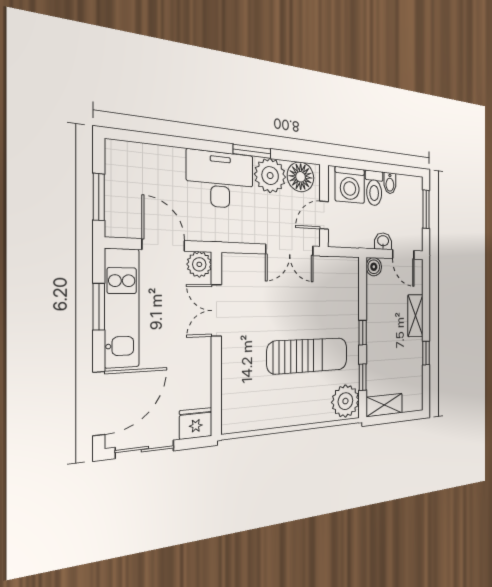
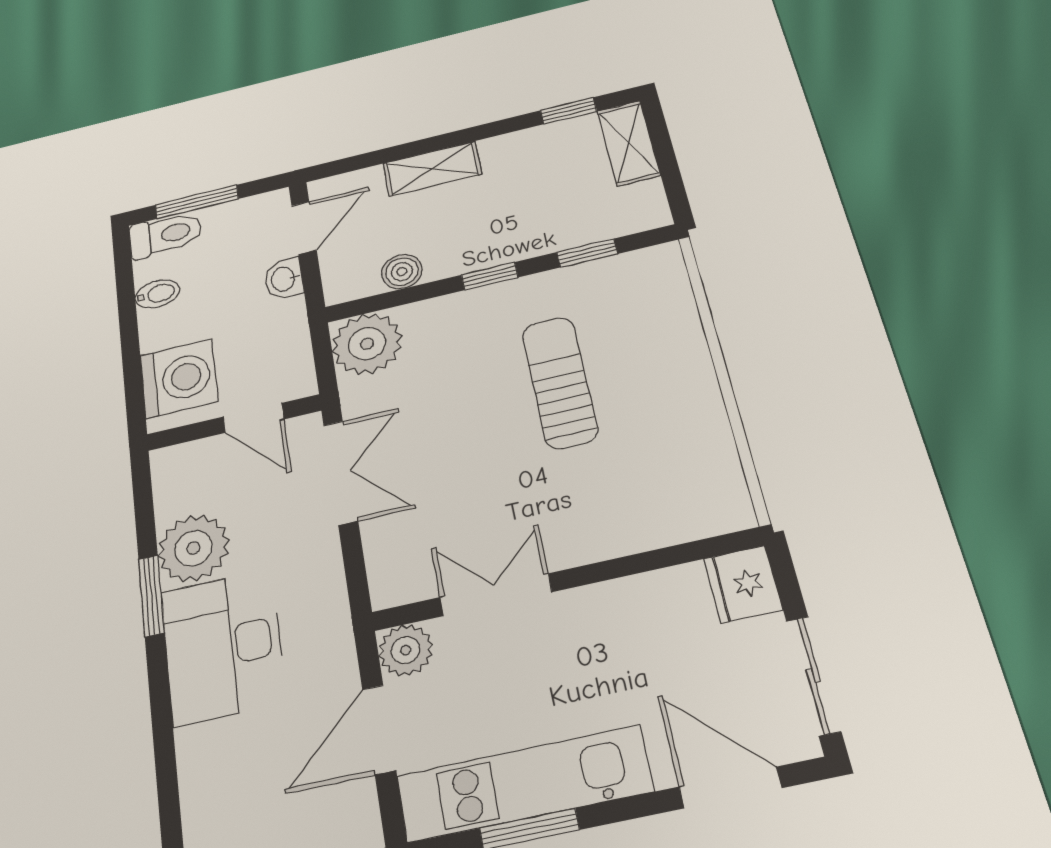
floor lamp: (301, 177) -> (183, 485), removed
toilet: (374, 188) -> (166, 235), moved
boiler: (374, 267) -> (402, 272), moved
double door: (216, 310) -> (496, 595), swing flipped
window: (426, 353) -> (569, 111), moved
sun lounger: (308, 356) -> (560, 382), width x0.73, depth x0.75
plant: (345, 401) -> (367, 344), moved
door: (99, 404) -> (730, 787), width x0.73
shelving: (384, 405) -> (629, 143), moved

